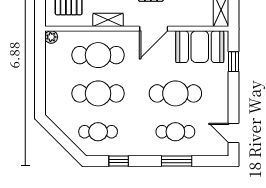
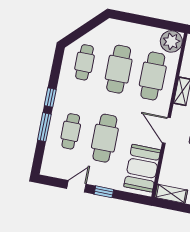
plant: (51, 37) -> (171, 41), width x1.88, depth x1.88
window: (233, 62) -> (104, 192), moved
door: (233, 133) -> (76, 186), moved
window: (119, 161) -> (50, 98), moved

